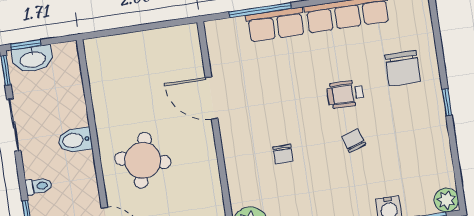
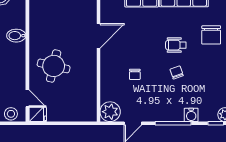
door: (211, 98) -> (98, 36), swing flipped
bidet: (75, 140) -> (16, 36), moved

